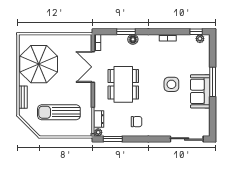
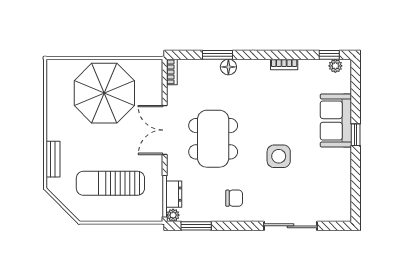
parasol: (39, 64) -> (104, 93), moved
double door: (93, 67) -> (165, 130), moved
window: (213, 82) -> (356, 135), width x0.46
side table: (171, 84) -> (279, 156), moved
sofa: (200, 91) -> (336, 120), moved
sliding door: (187, 139) -> (291, 226), moved

